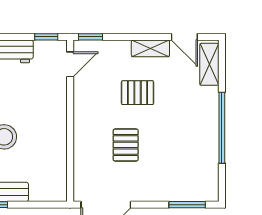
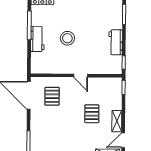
door: (70, 64) -> (81, 76), moved
pallet: (126, 145) -> (52, 96), moved, turned 90

